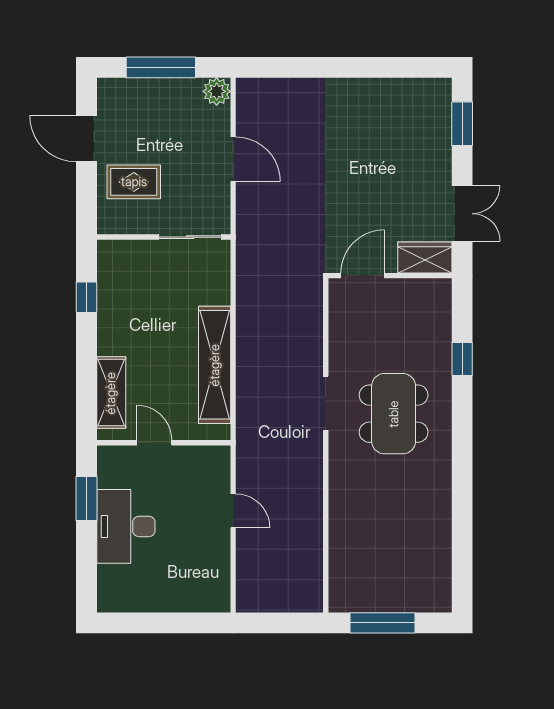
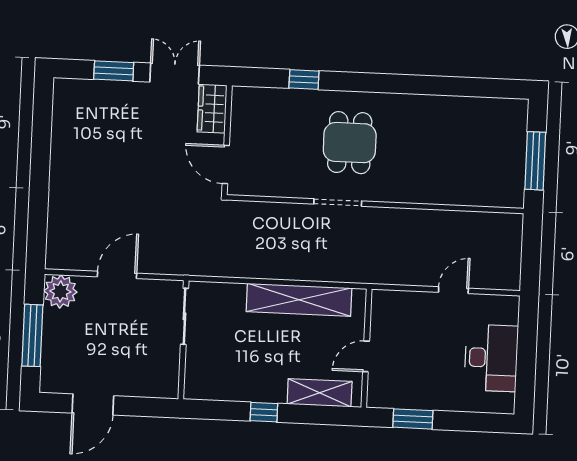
plant: (217, 91) -> (60, 291), width x1.36, depth x1.36
window: (462, 124) -> (114, 71), moved
rug: (134, 182) -> (133, 364), removed
window: (87, 297) -> (264, 412), moved
dining table: (394, 414) -> (350, 143), width x0.73
door: (233, 511) -> (453, 290), moved
desk: (126, 526) -> (491, 358), moved, turned -90

